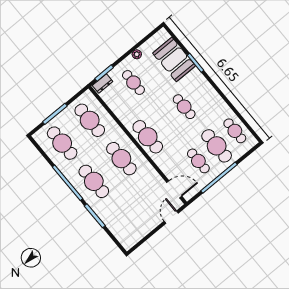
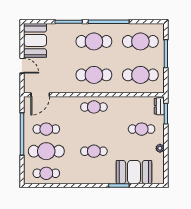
cafe table: (148, 137) -> (94, 107), width x0.73, depth x0.74
door: (171, 217) -> (22, 66), moved
booth: (133, 231) -> (35, 40), added

